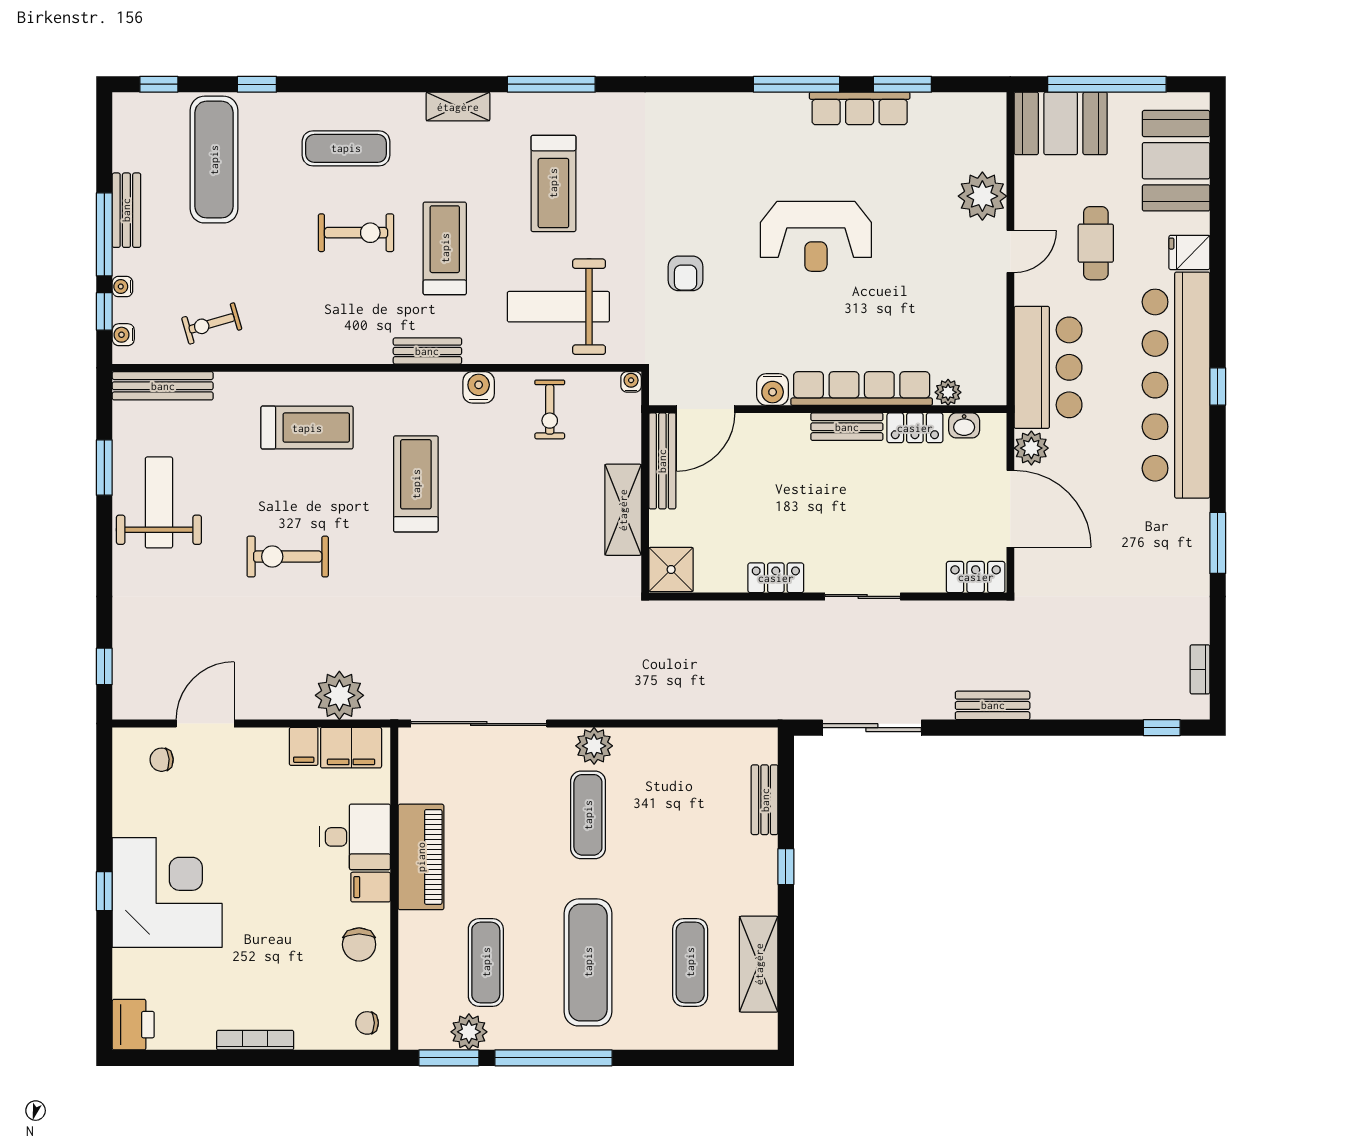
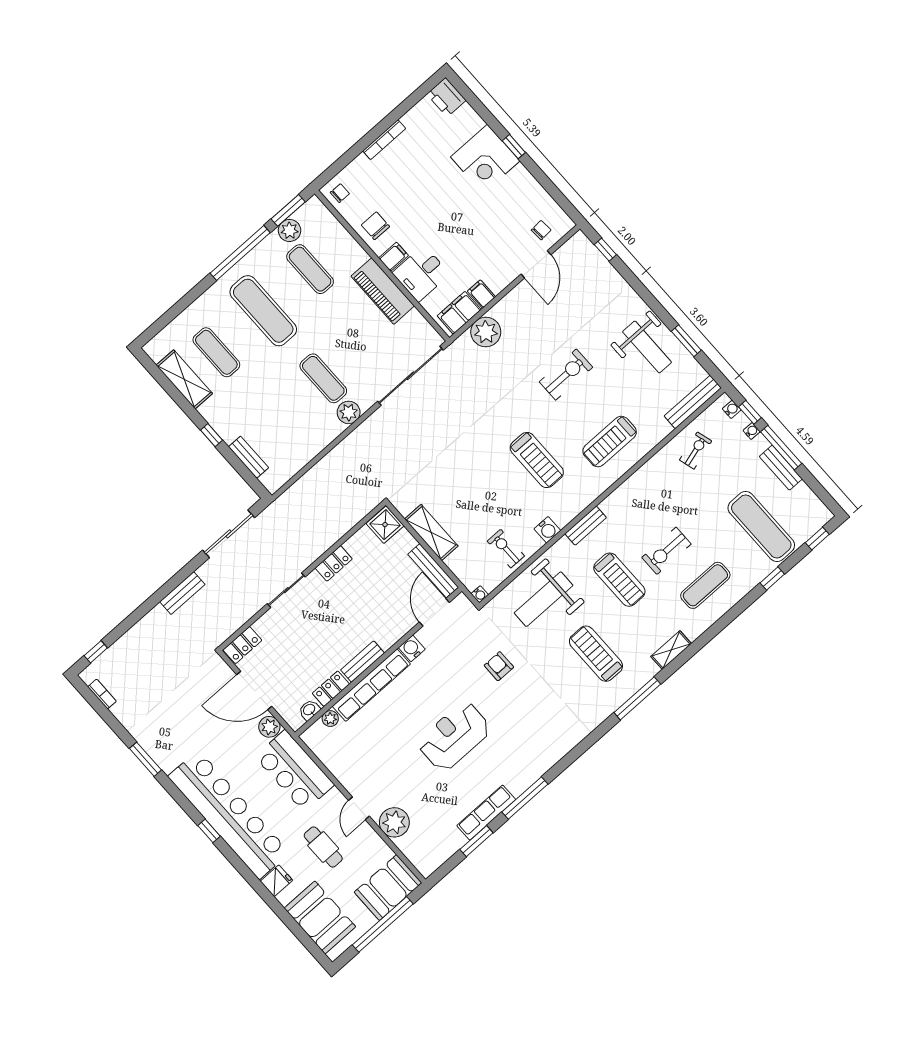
weight bench: (558, 307) -> (544, 599), turned 180
corner desk: (167, 893) -> (485, 159), width x0.74, depth x0.74

